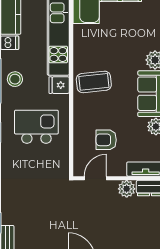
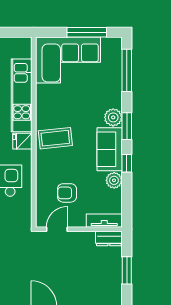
plant: (127, 189) -> (86, 239), removed

